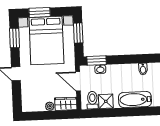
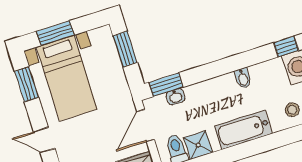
bed with nightstands: (46, 40) -> (67, 78), width x0.73
door: (78, 81) -> (146, 126), hinge flipped

